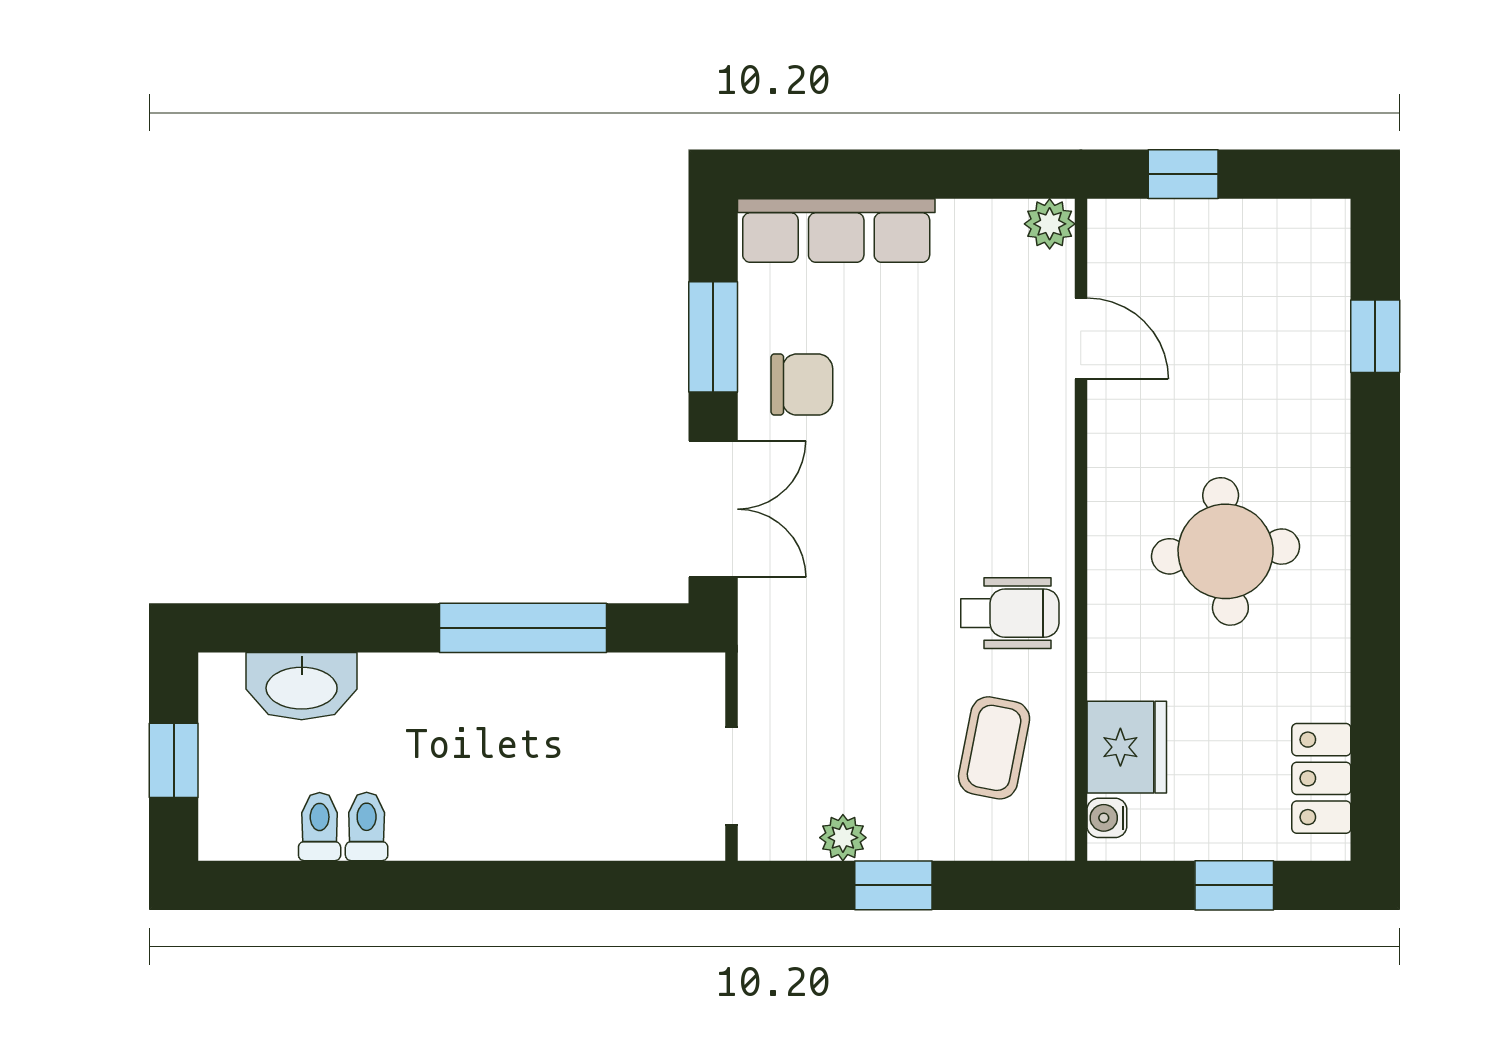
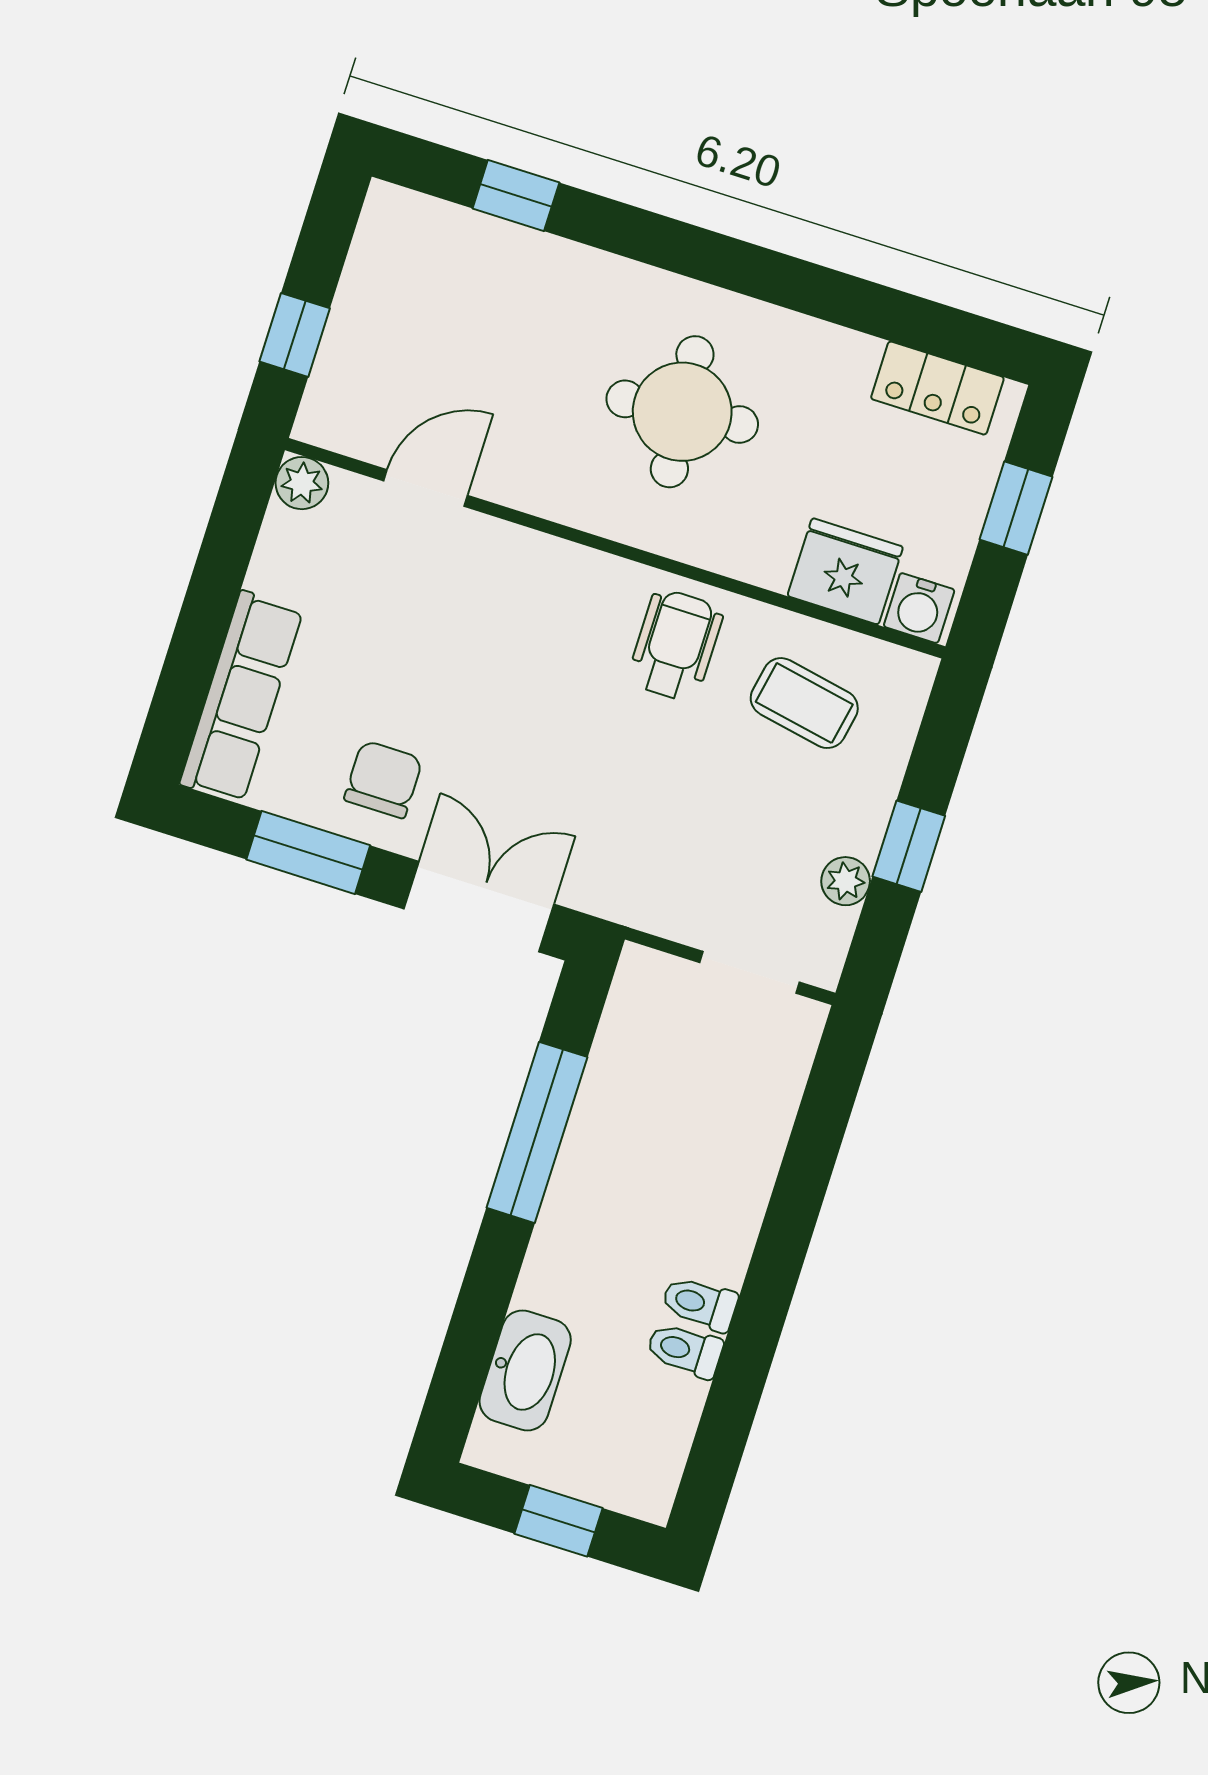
water cooler: (1107, 818) -> (919, 608), width x1.38, depth x1.38
toilet: (320, 827) -> (700, 1304), moved

